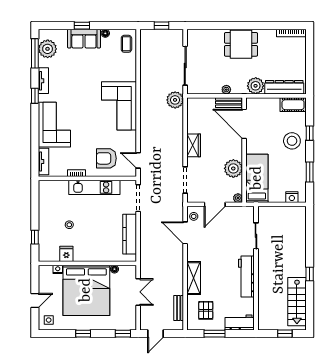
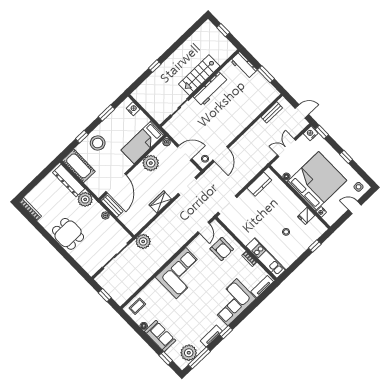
window: (82, 26) -> (166, 358), moved
cot: (293, 105) -> (79, 166), width x1.37, depth x1.34
kitchen unit: (94, 187) -> (266, 258), moved
kitchen counter: (130, 234) -> (259, 184), width x0.67
window: (310, 274) -> (155, 66), moved
shelving: (194, 278) -> (244, 121), removed
stairs: (297, 302) -> (199, 75), moved, turned 180
pallet: (206, 310) -> (257, 94), removed
nightstand: (130, 323) -> (311, 133), added

